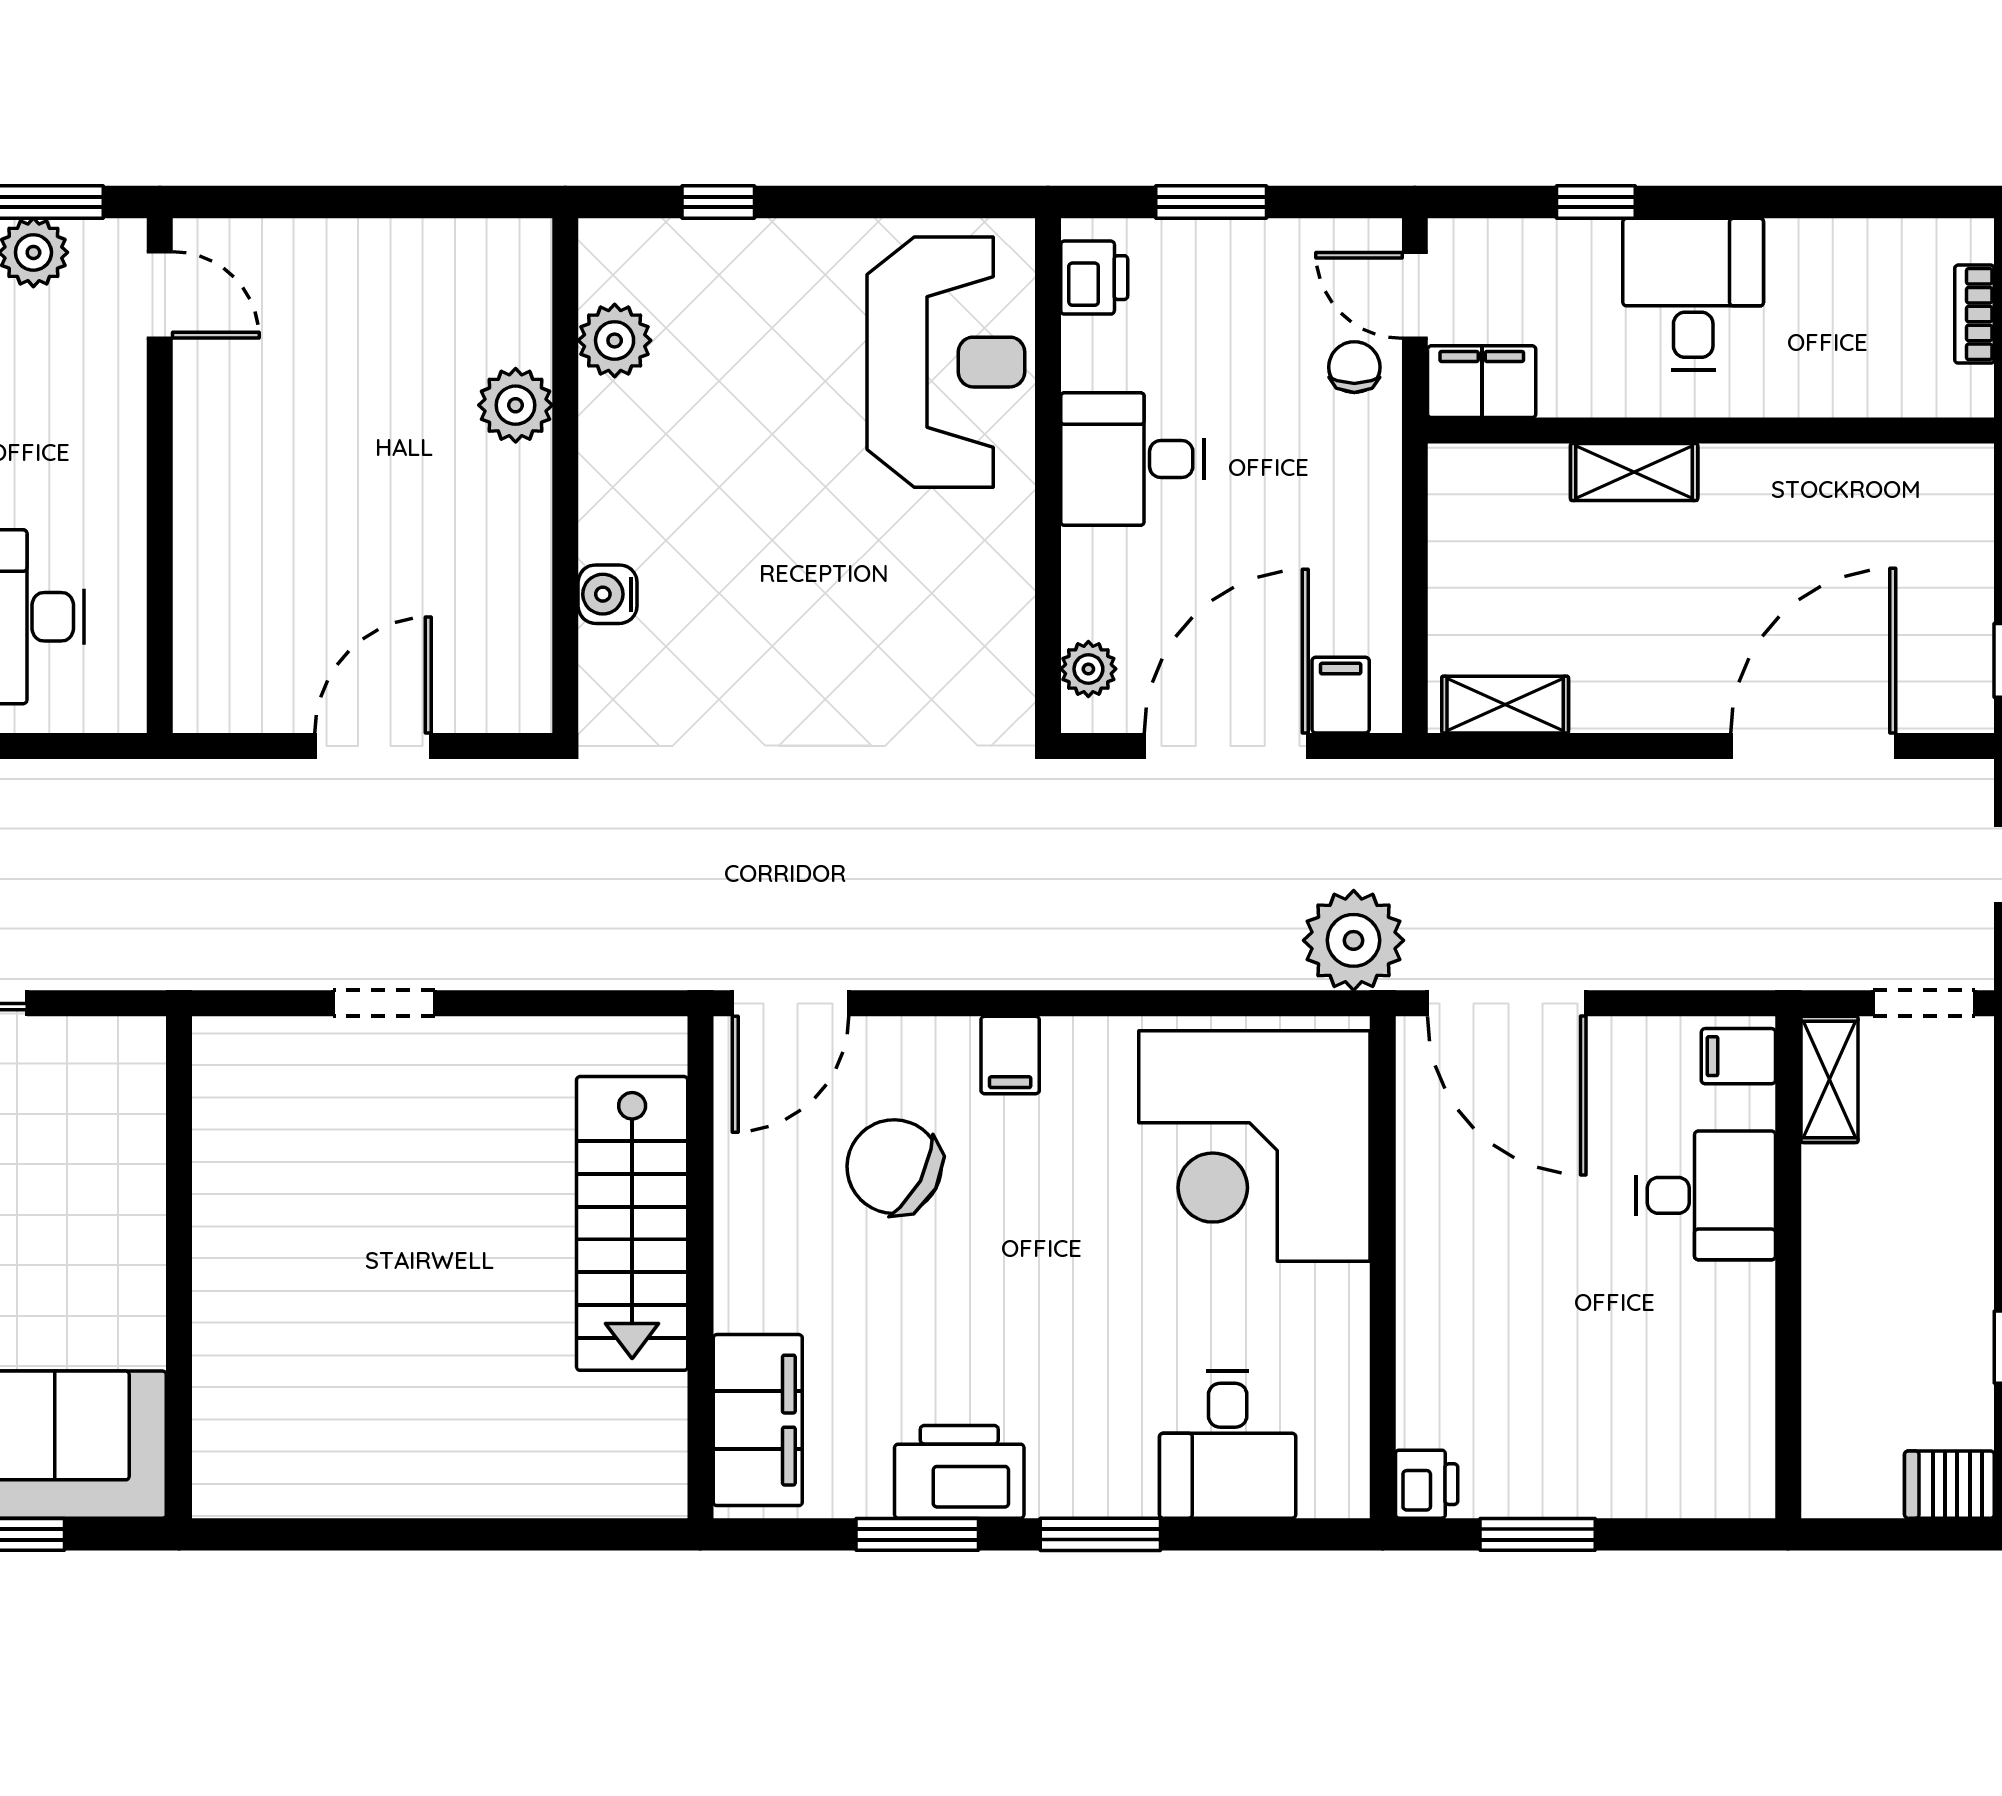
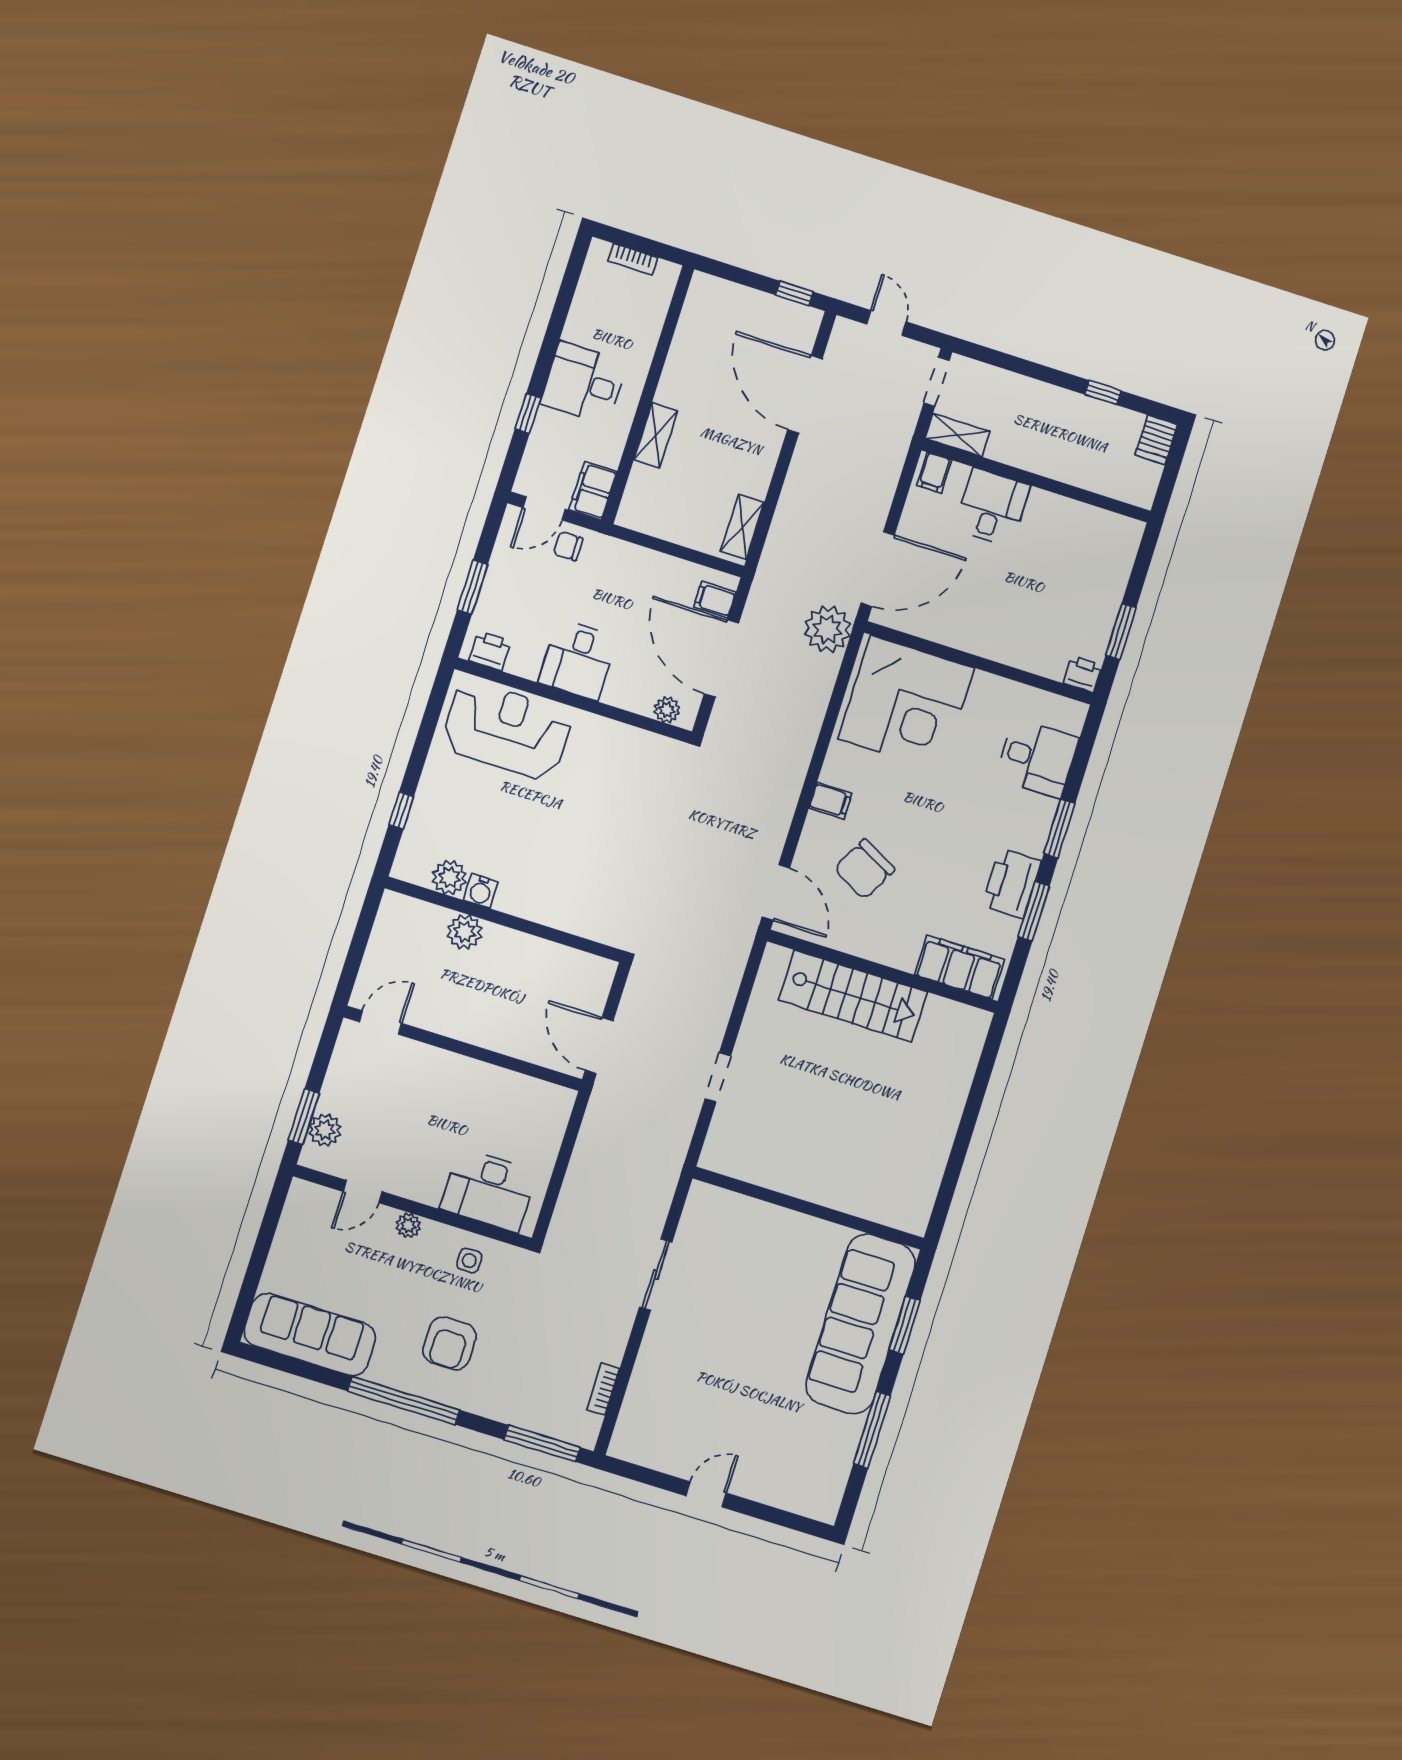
door: (160, 295) -> (380, 1022), moved
wall: (160, 476) -> (463, 1048), moved
water cooler: (608, 594) -> (481, 891), moved

